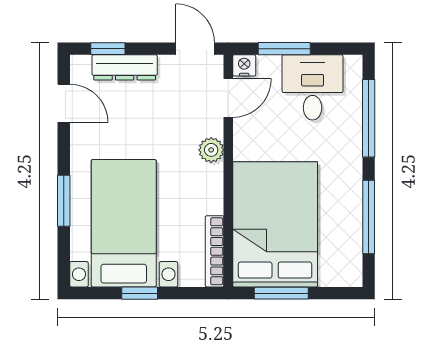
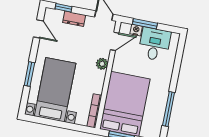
nightstand: (244, 65) -> (136, 30), moved
dresser: (125, 67) -> (74, 19), width x0.70
window: (369, 118) -> (178, 64), removed
window: (140, 293) -> (56, 123), removed

